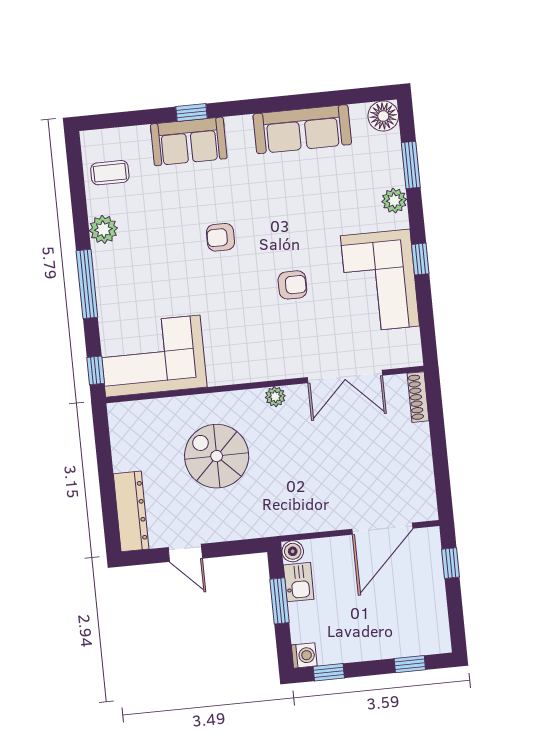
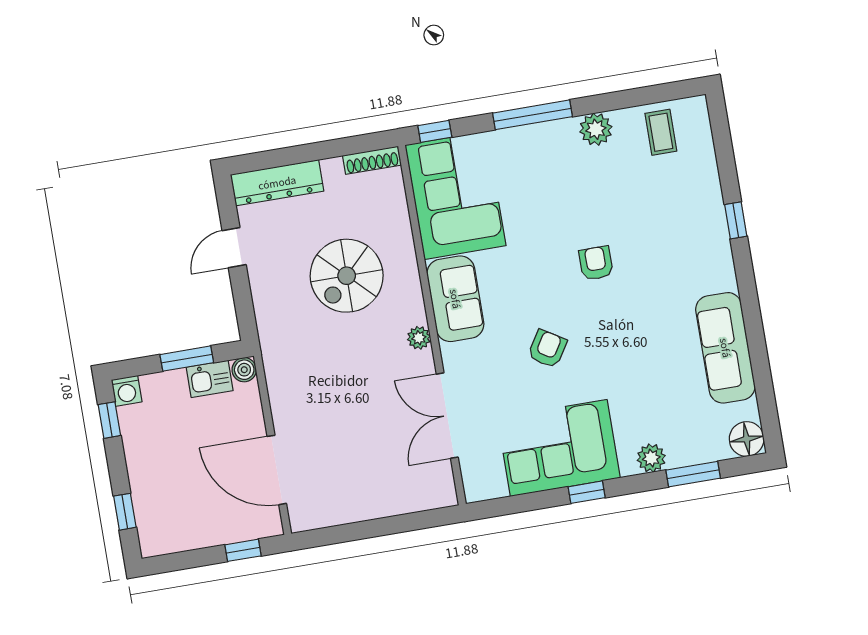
sofa: (189, 141) -> (455, 299), moved, turned 180
armchair: (292, 285) -> (547, 349), turned -148
shoe rack: (418, 397) -> (372, 160), moved, turned 180
spiral stairs: (217, 456) -> (347, 276), turned 180

